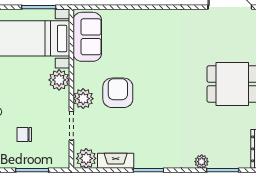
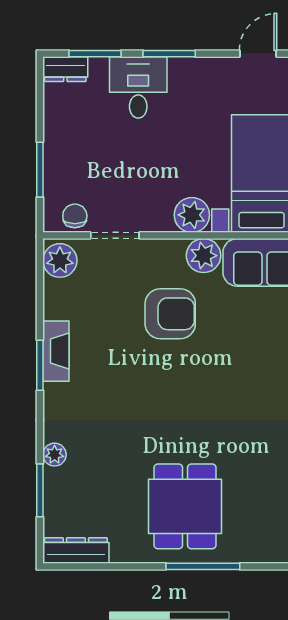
plant: (83, 99) -> (204, 256), moved
chair: (24, 134) -> (75, 216), moved
fireplace: (116, 161) -> (56, 351), moved

